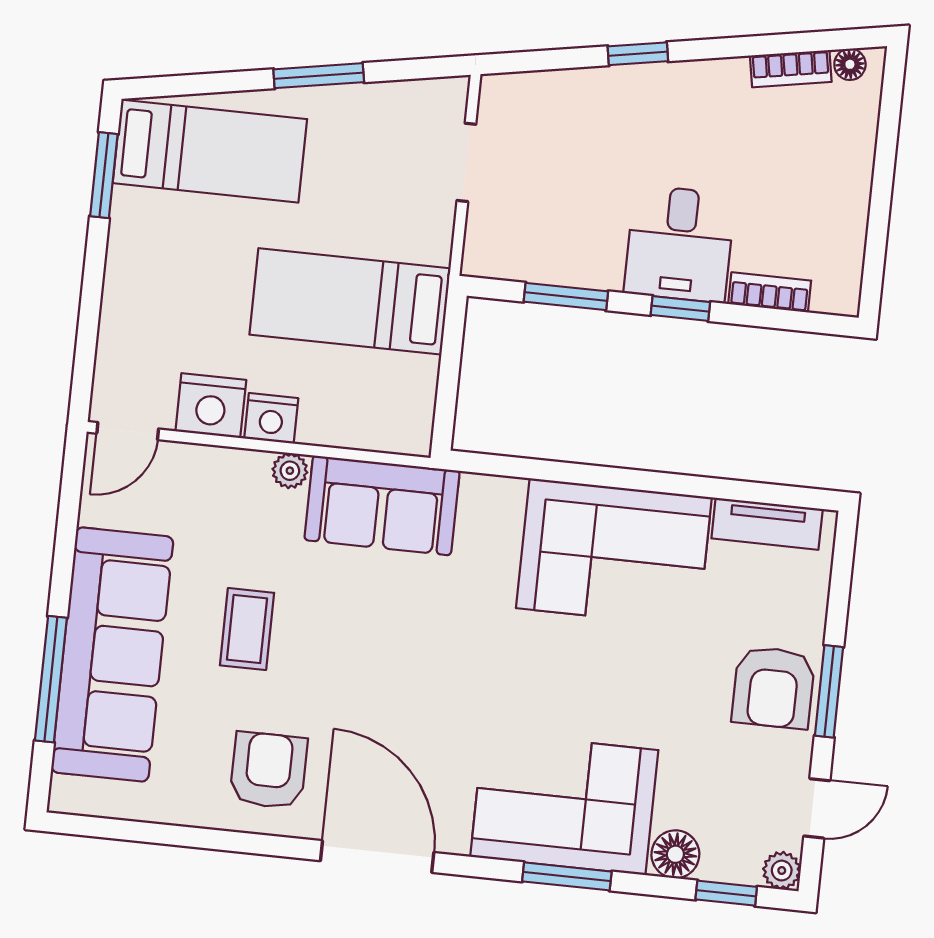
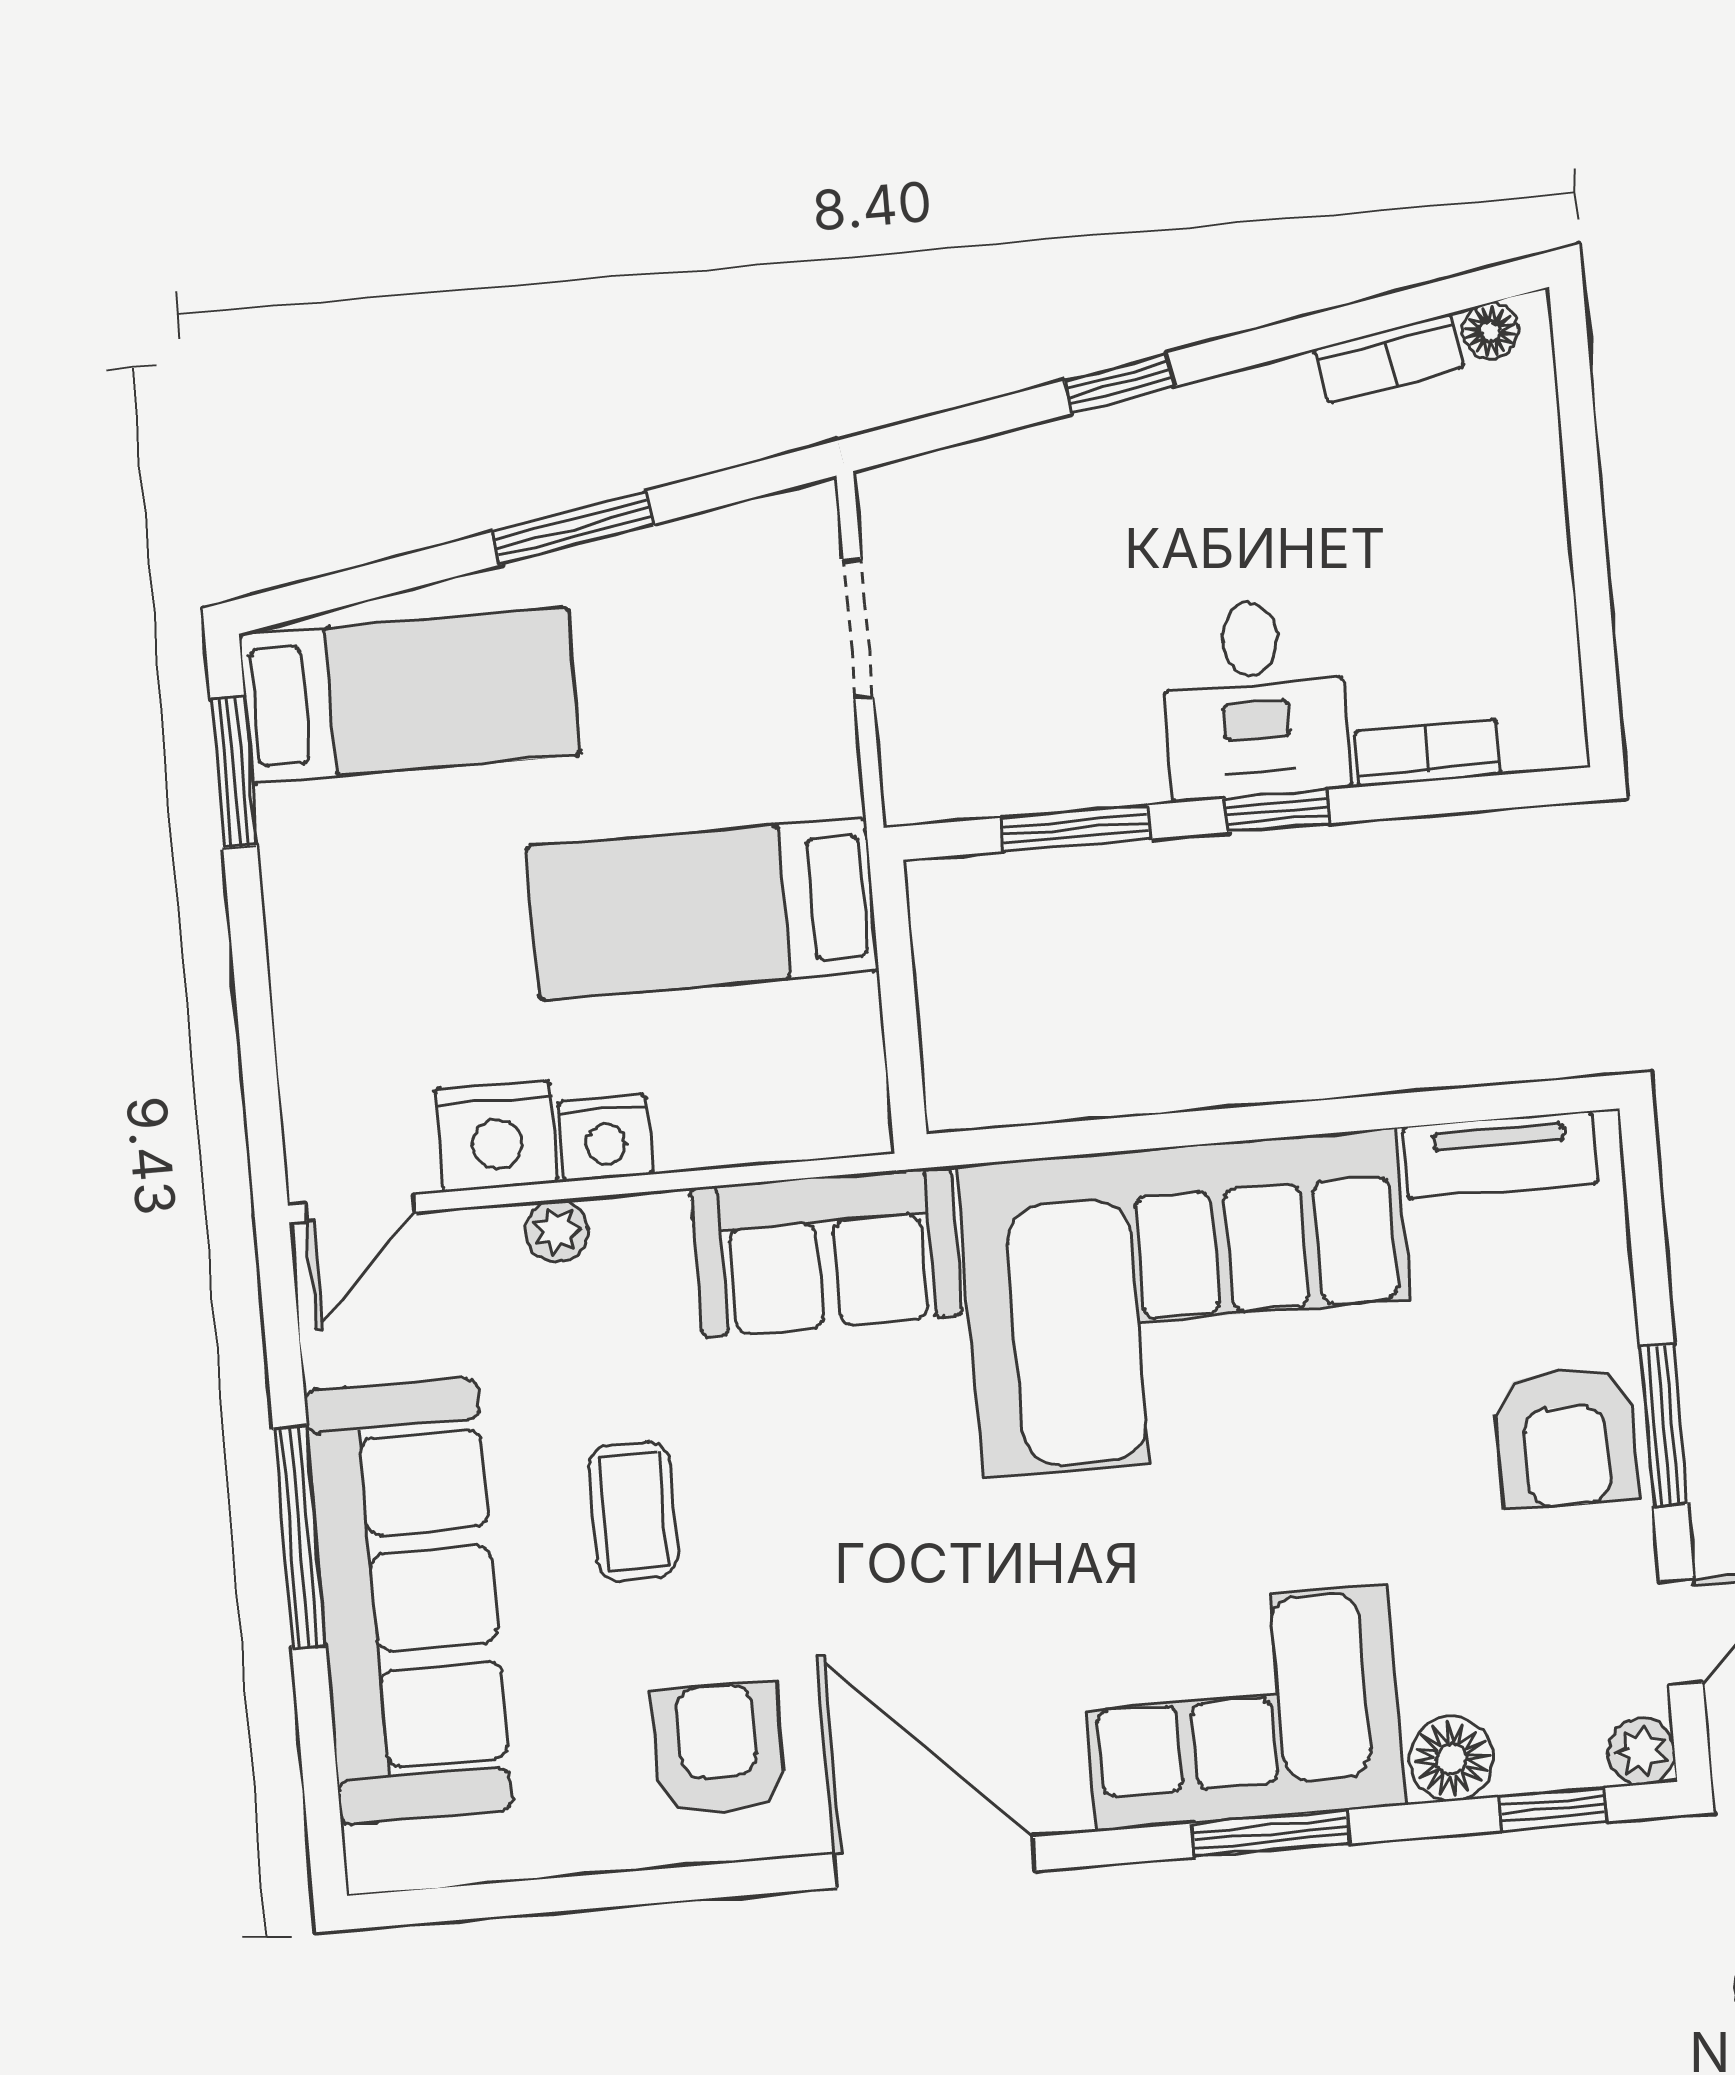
plant: (290, 471) -> (557, 1231), moved
corner sofa: (614, 553) -> (1189, 1303), width x1.36, depth x1.36
window: (51, 679) -> (299, 1537), moved

